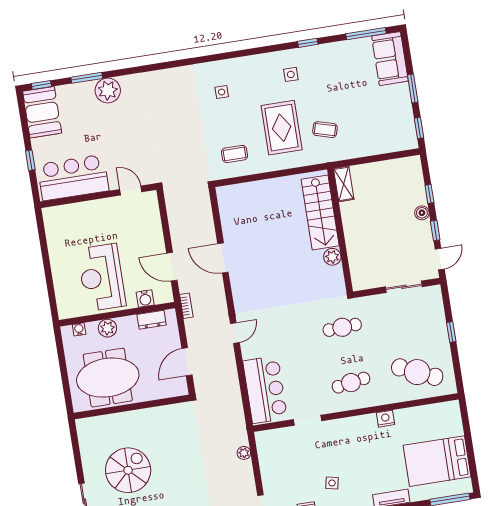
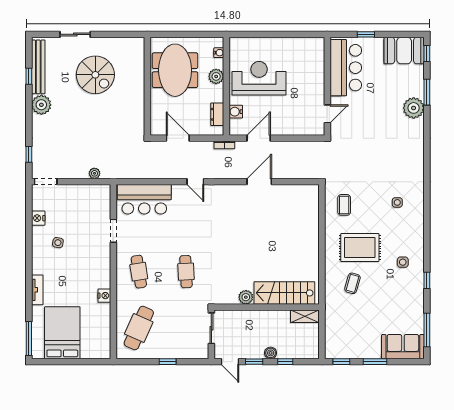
shelving: (344, 184) -> (305, 316), moved
stairs: (320, 212) -> (284, 293), moved
wall: (340, 230) -> (267, 307), moved
plant: (332, 257) -> (246, 297), moved

